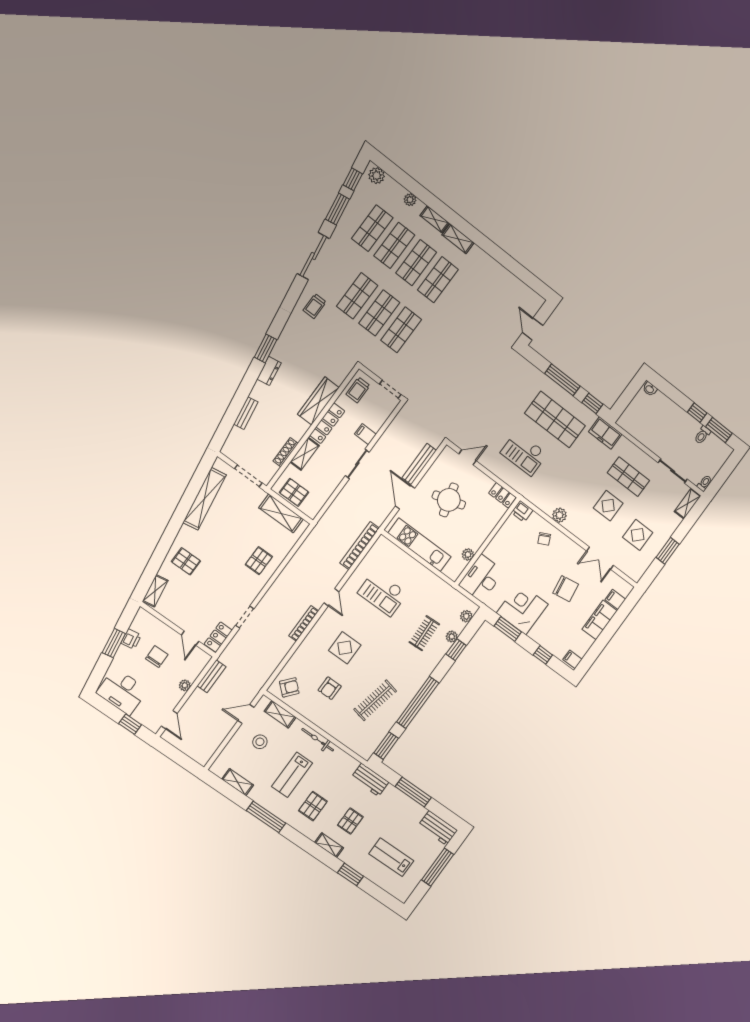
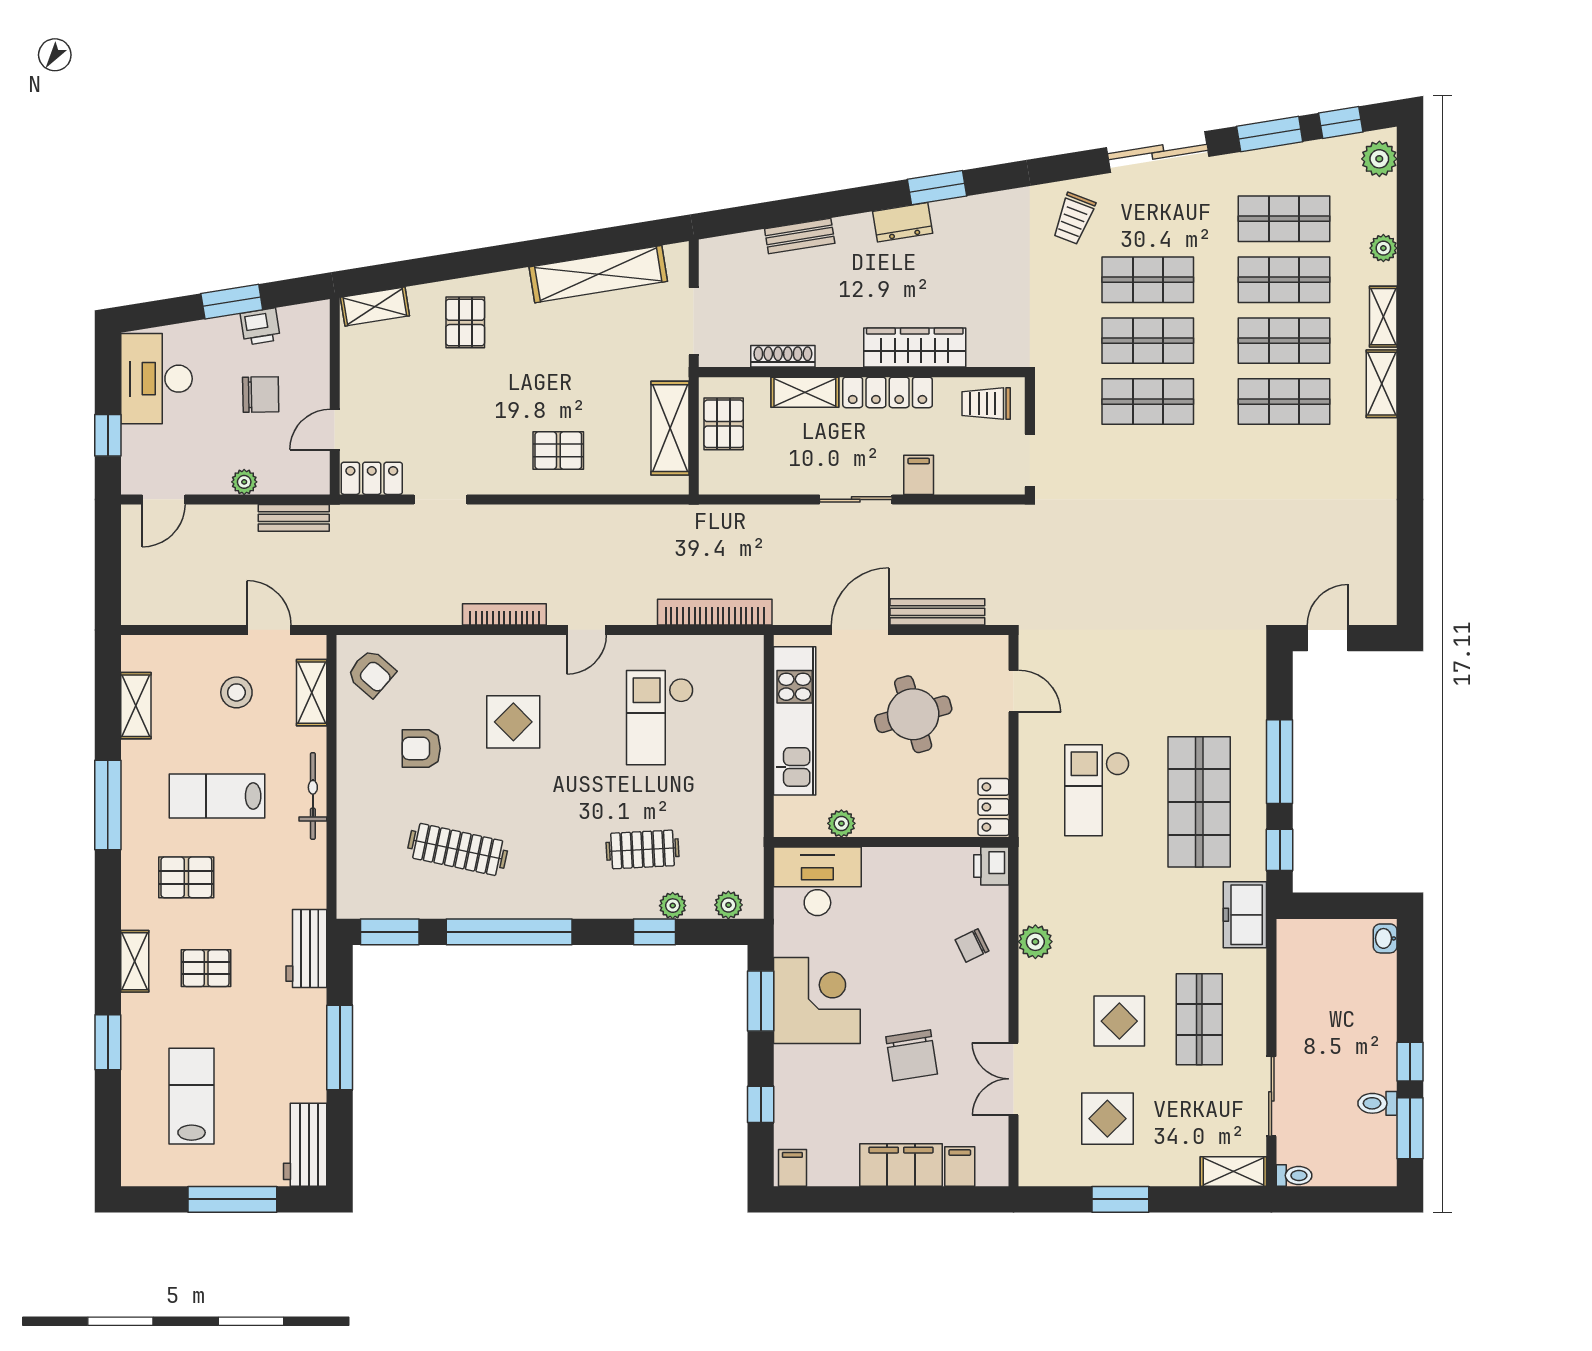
trolley: (315, 306) -> (1074, 218), turned -69

